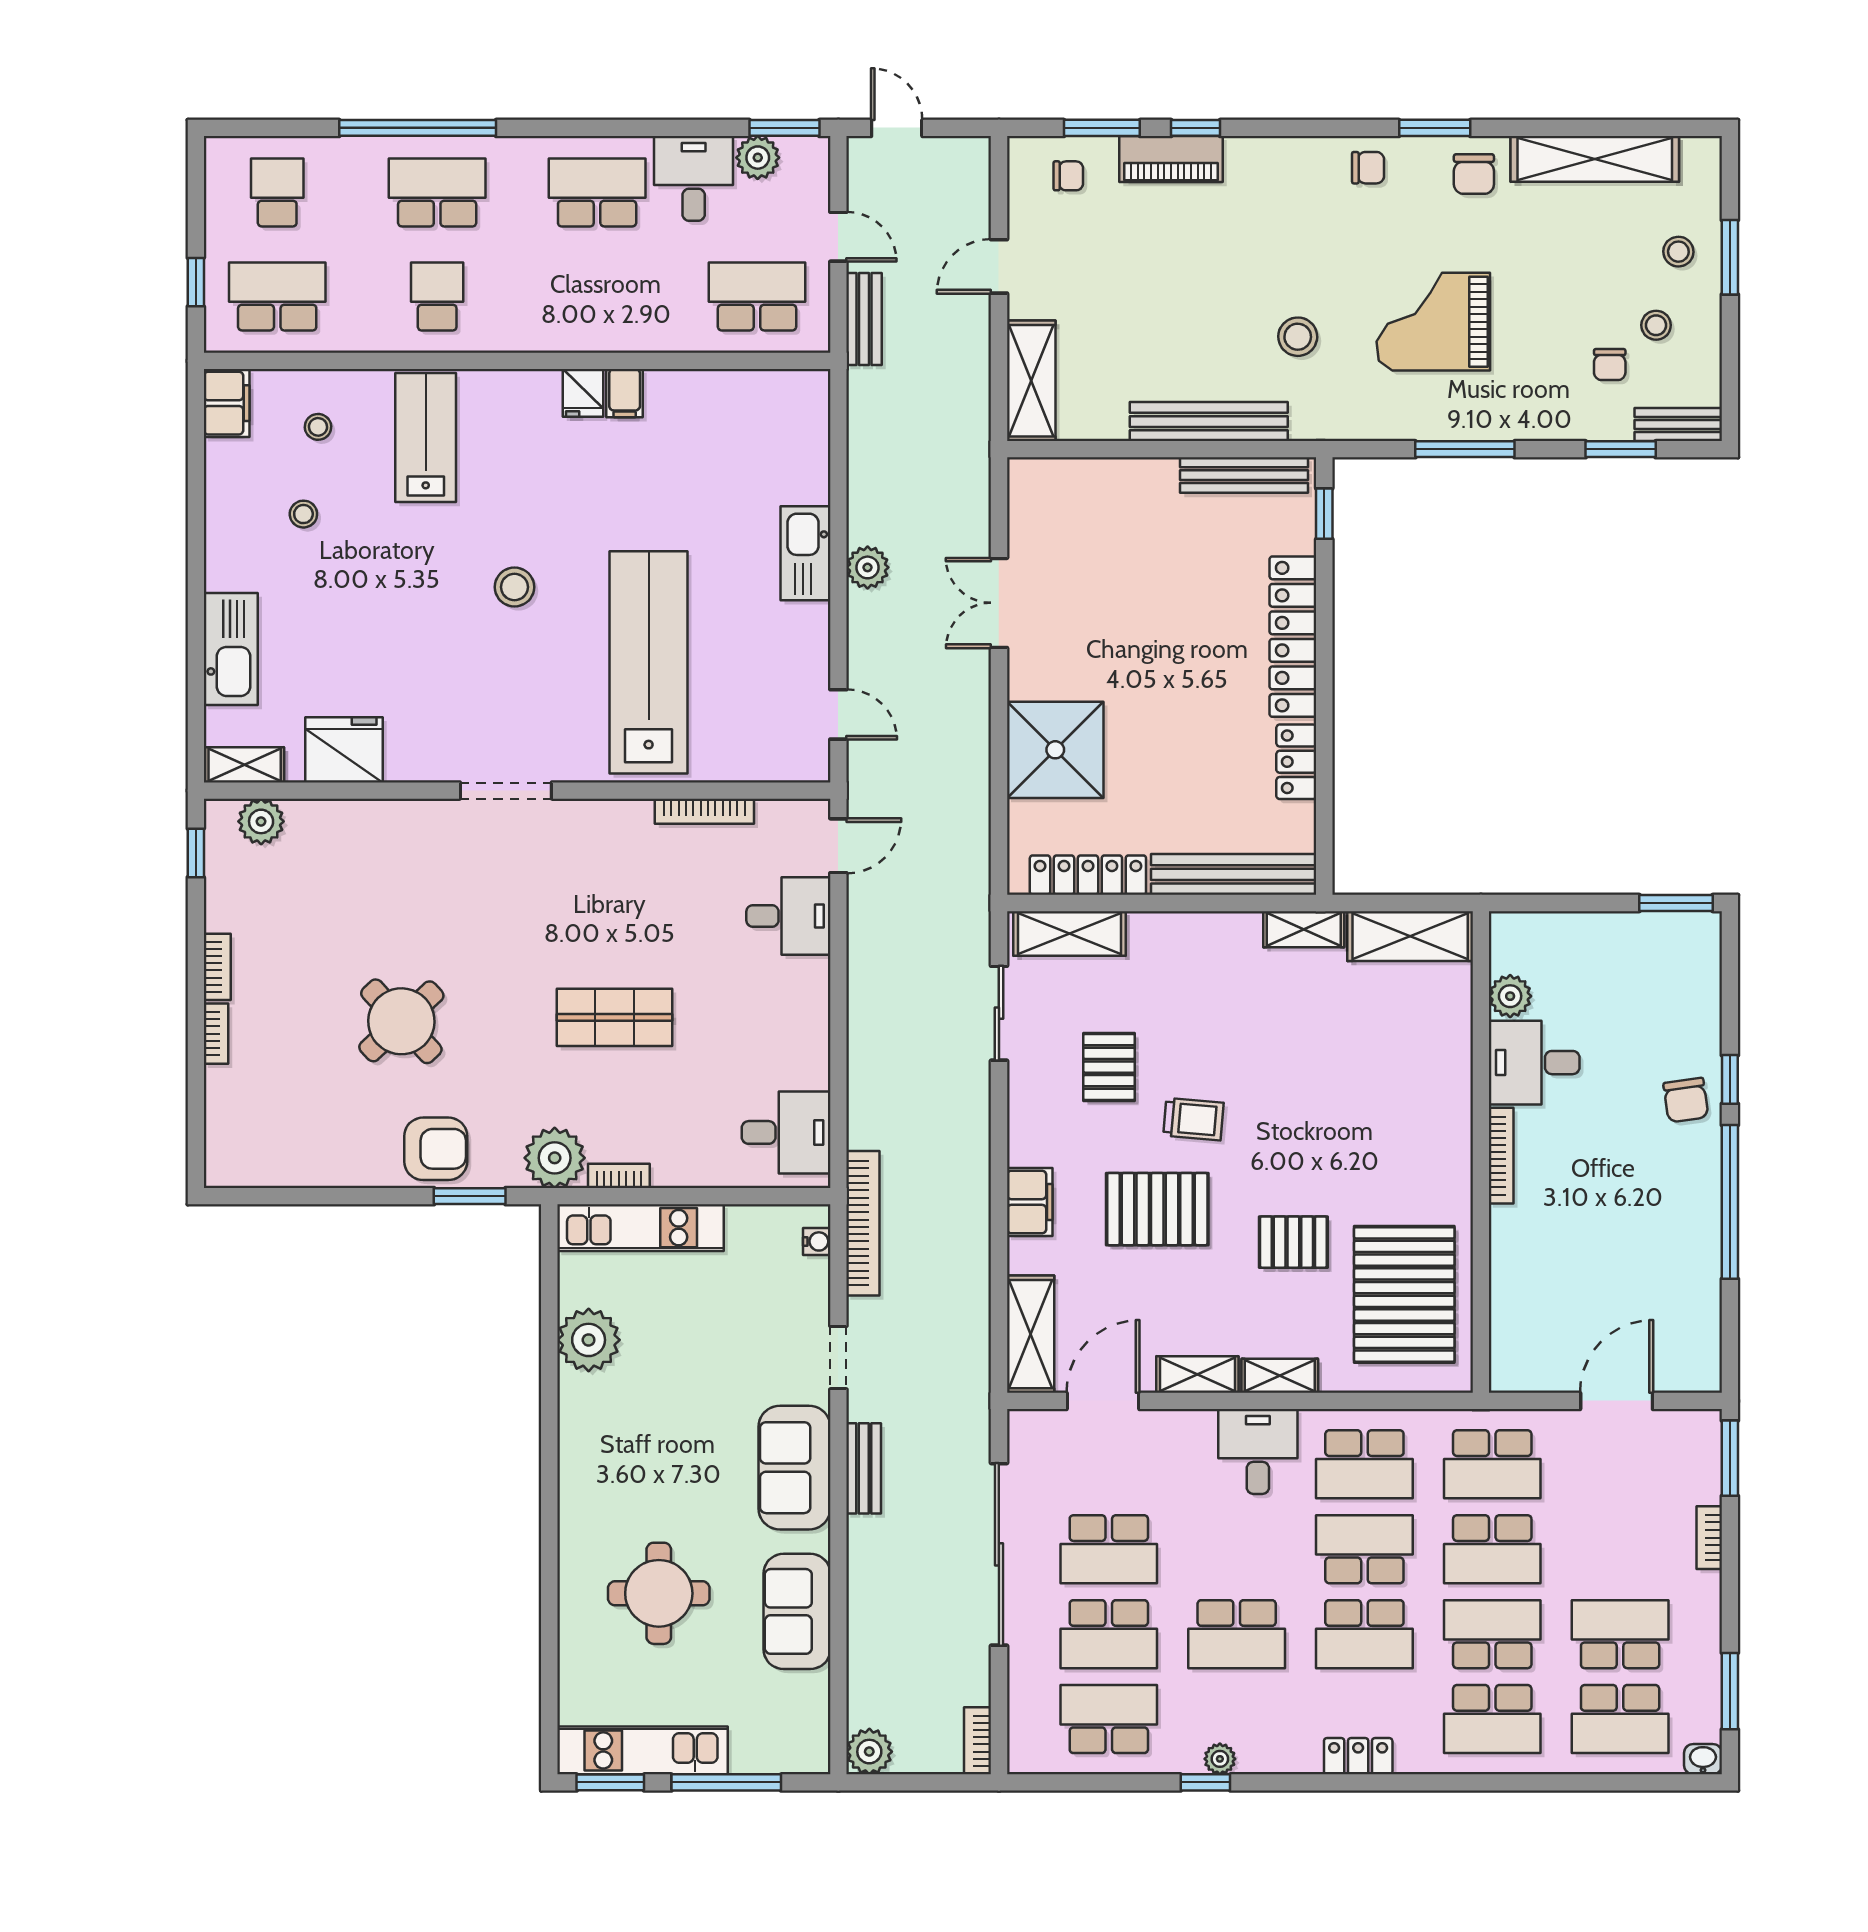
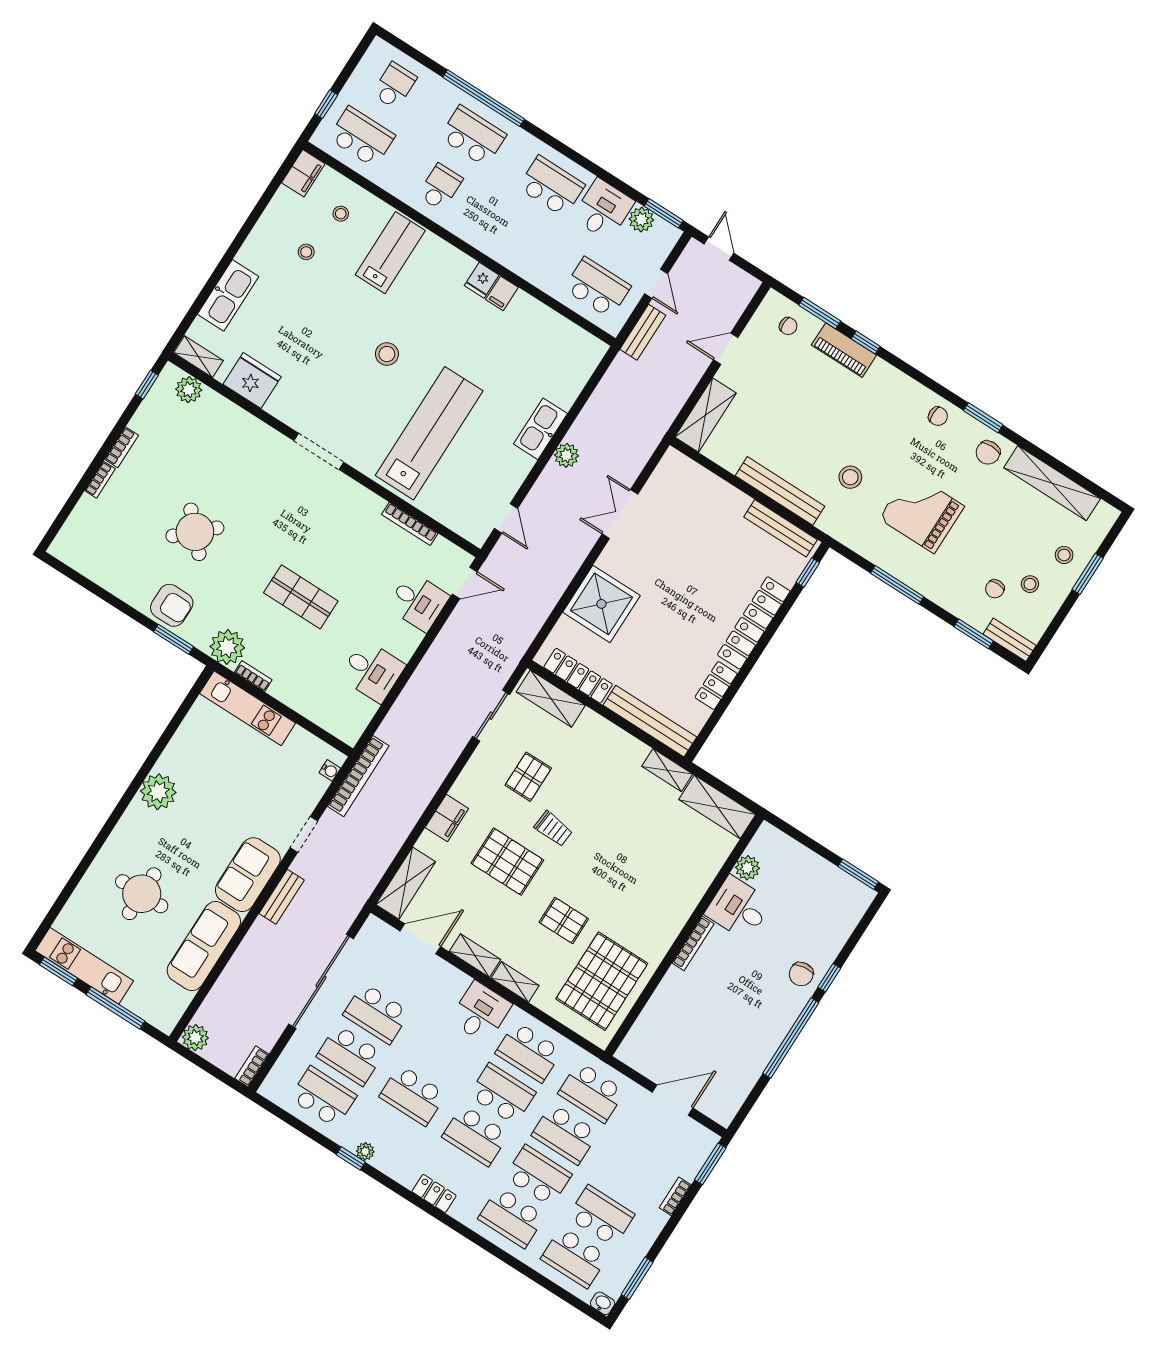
desk: (786, 1132) -> (372, 671), moved
plant: (589, 1340) -> (158, 792), moved
sofa: (797, 1611) -> (204, 946), width x1.36

